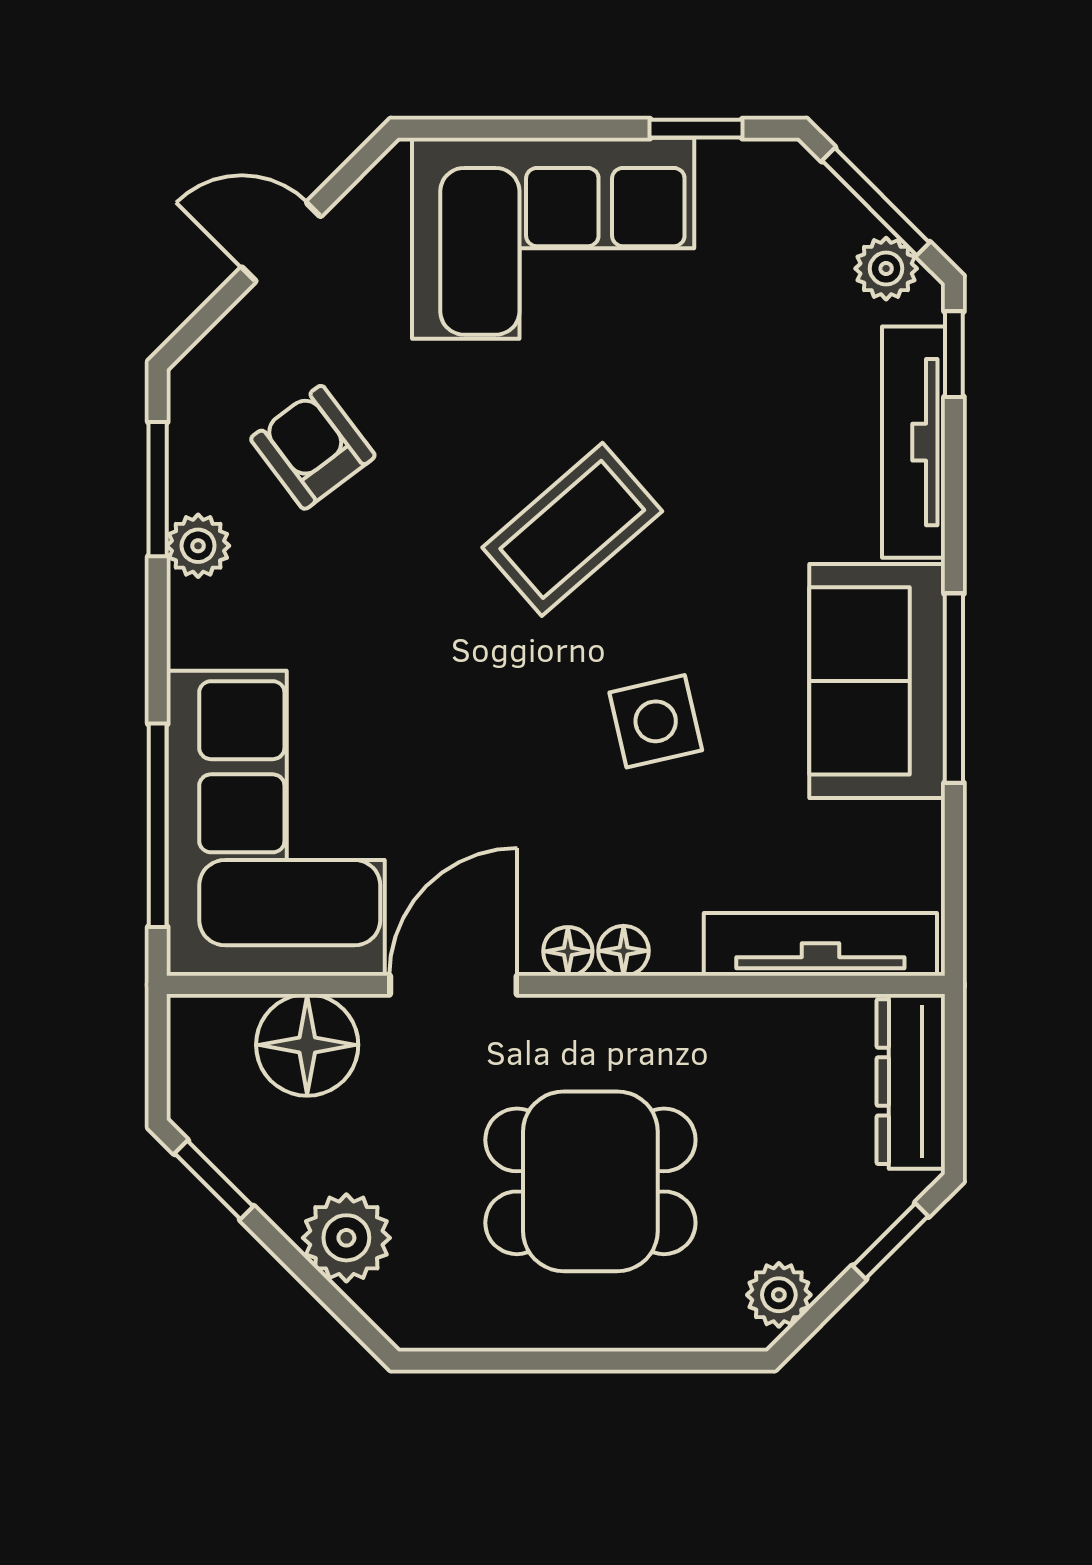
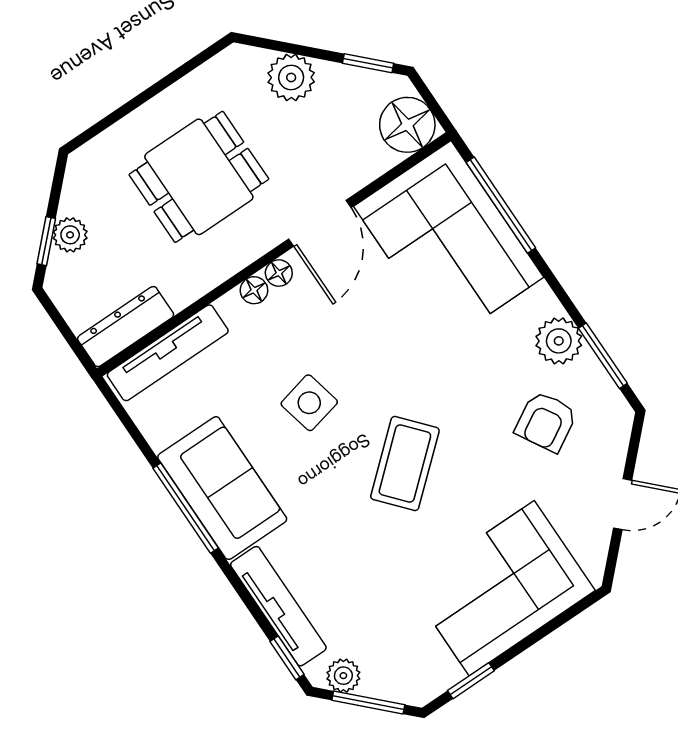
armchair: (313, 447) -> (546, 422), turned 97
plant: (198, 546) -> (559, 341), width x1.38, depth x1.38
floor lamp: (307, 1045) -> (407, 125), moved
dresser: (911, 1082) -> (126, 327), moved, turned -90
plant: (779, 1295) -> (70, 235), moved

